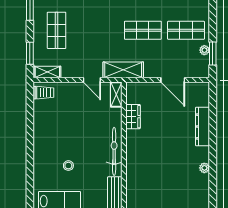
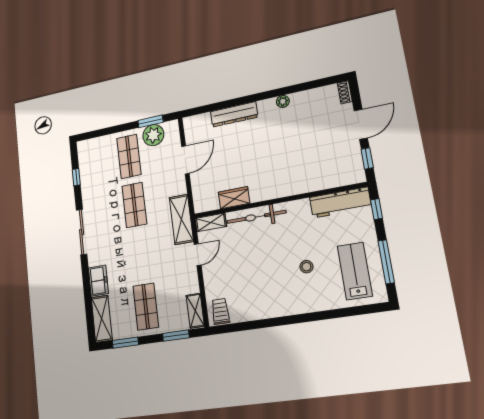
shop shelf: (57, 30) -> (146, 307), turned 90
plant: (204, 50) -> (153, 135), width x1.88, depth x1.88
bicycle: (114, 151) -> (256, 217), moved

